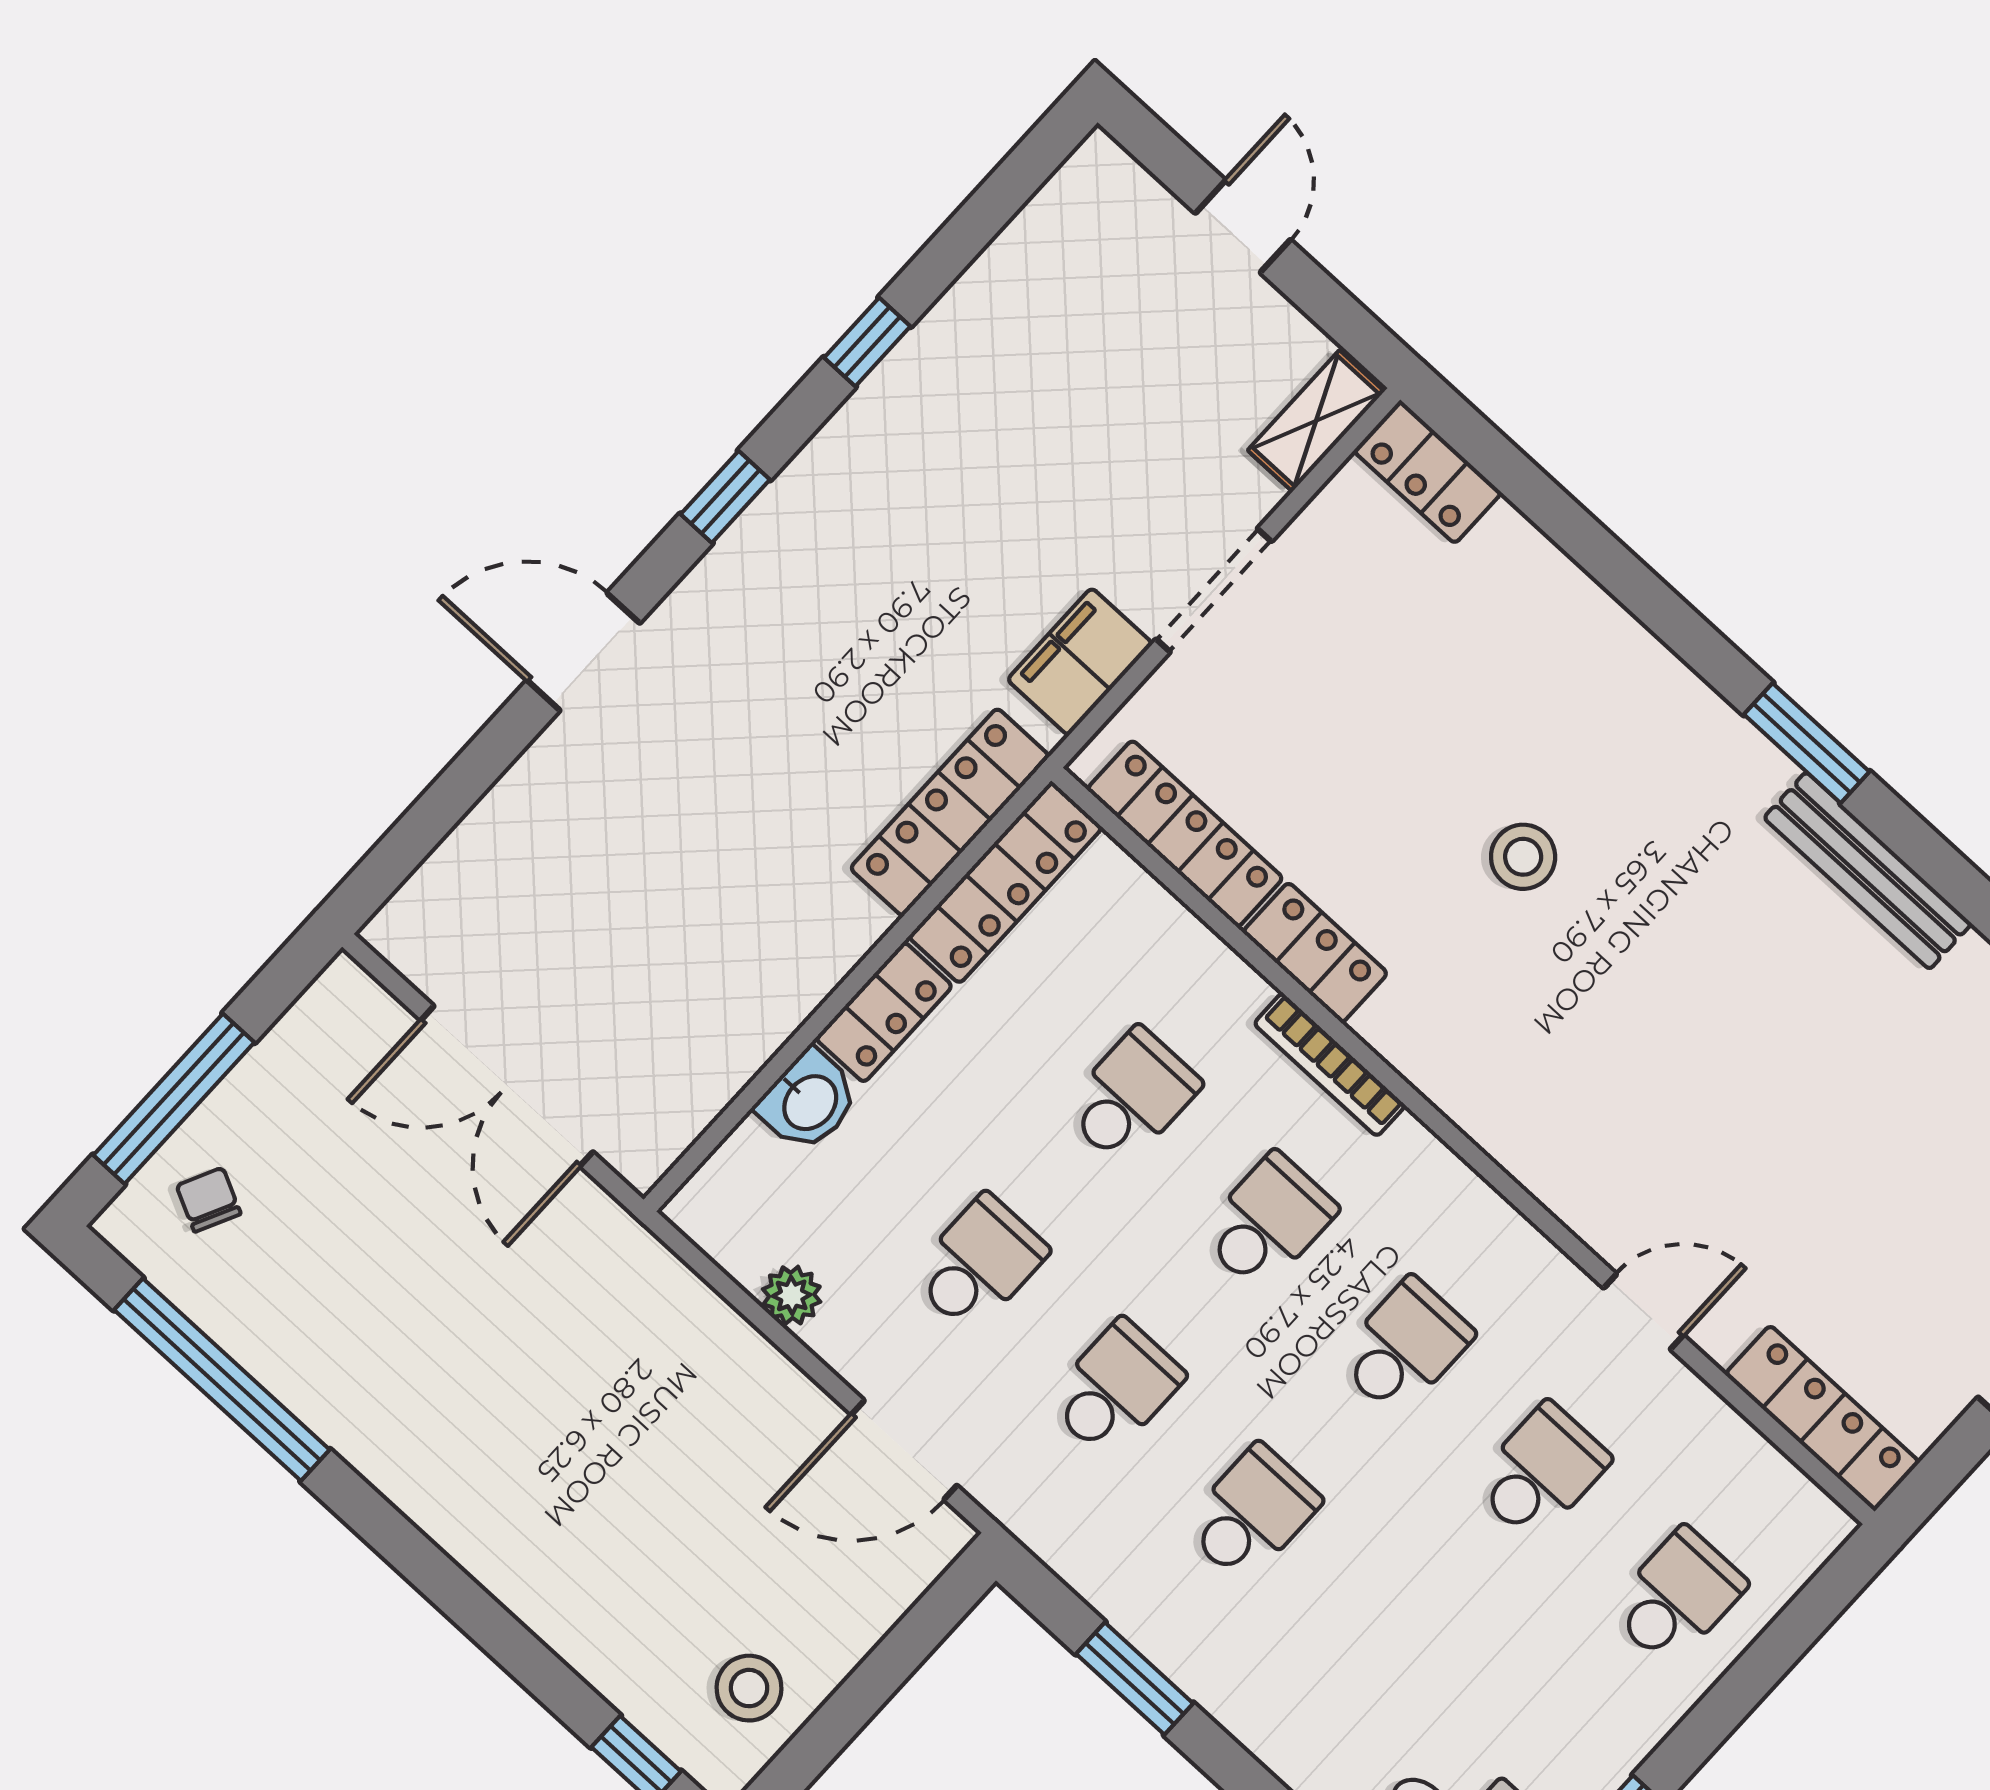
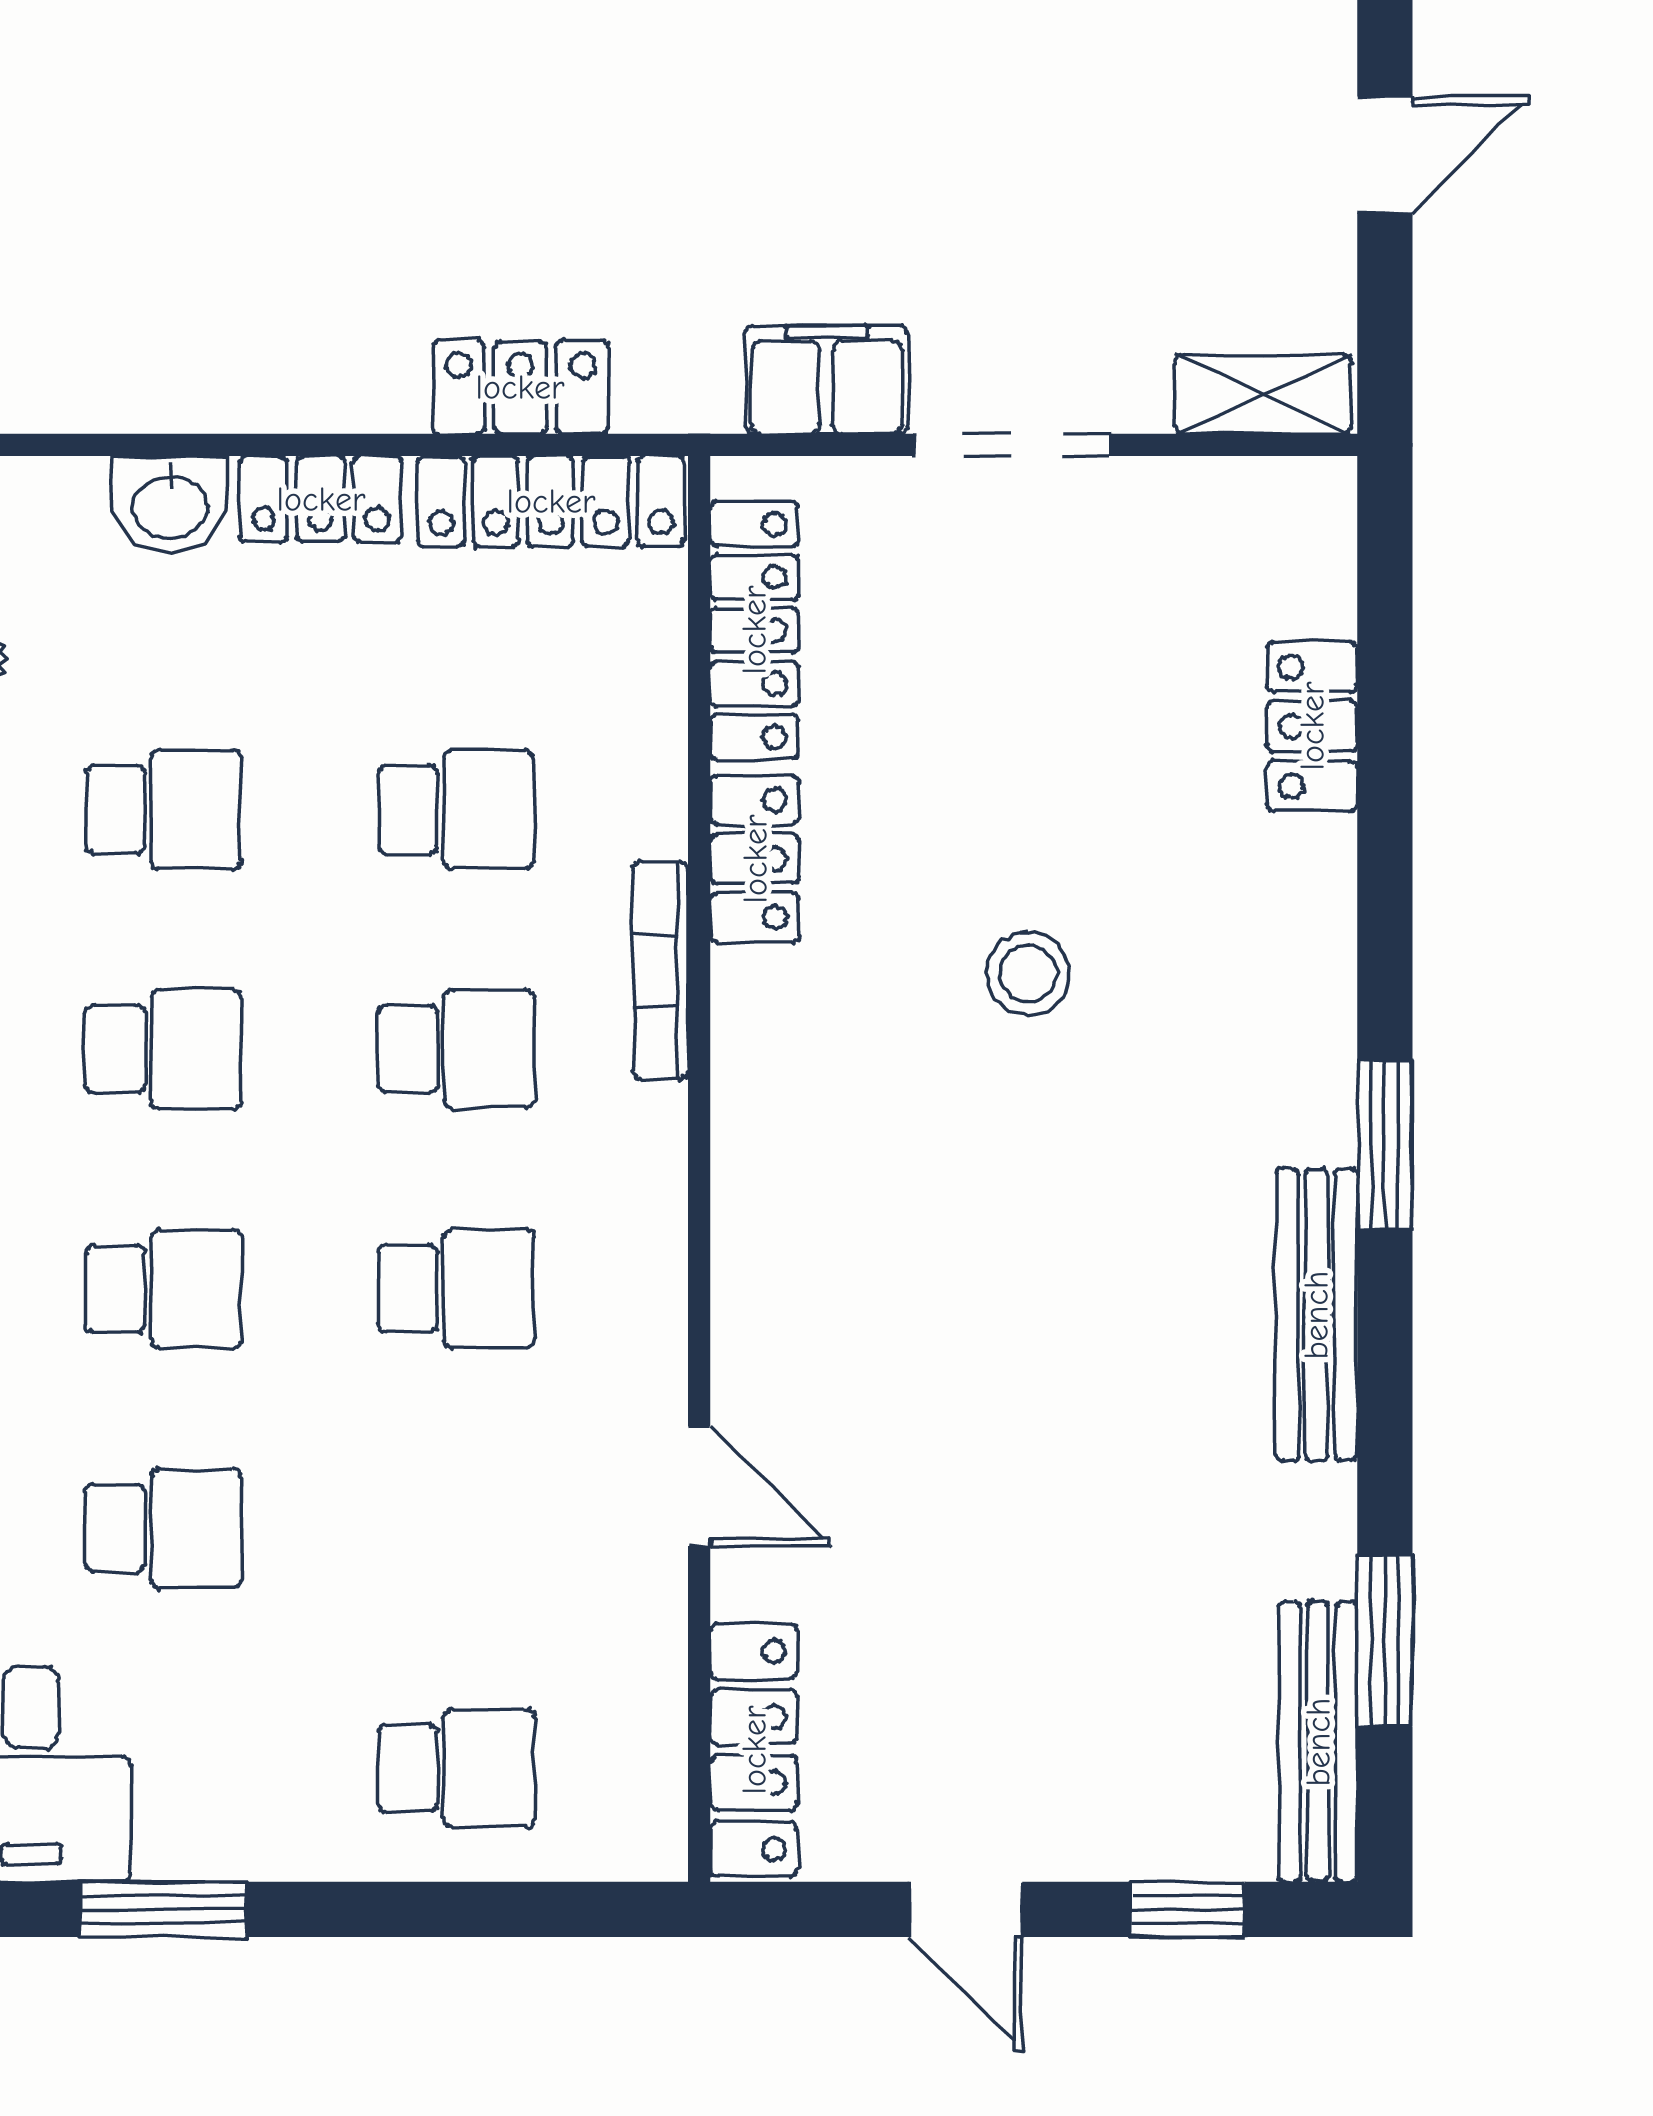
locker: (1428, 472) -> (1312, 726), moved
locker: (950, 812) -> (520, 387), width x0.66
school desk: (1541, 1472) -> (163, 1528), moved

